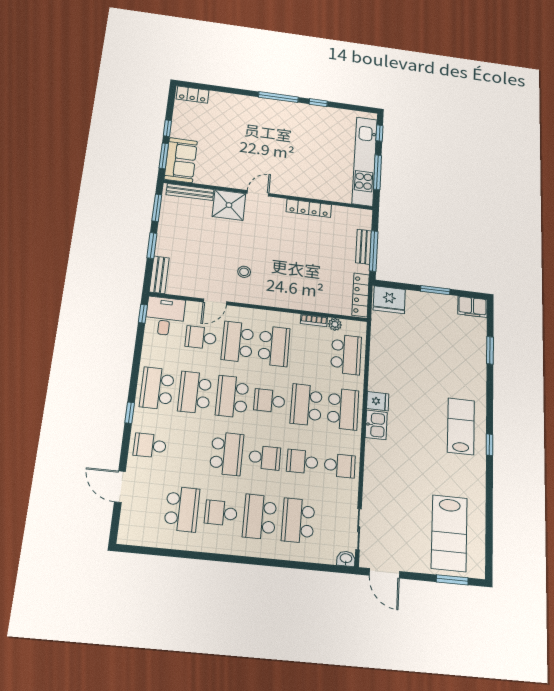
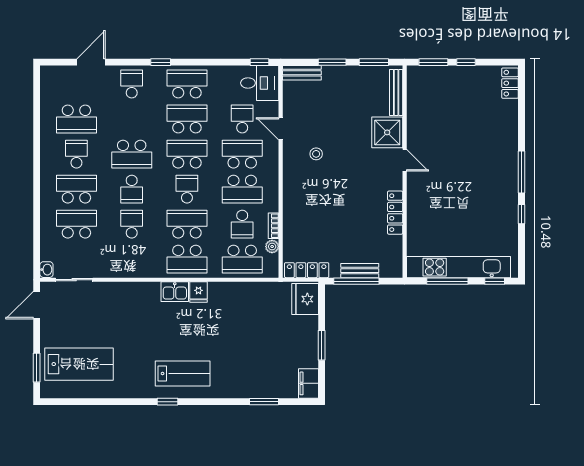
sofa: (181, 160) -> (431, 79), removed
school desk: (340, 466) -> (242, 224), moved
lab bench: (449, 533) -> (79, 364), turned 180

